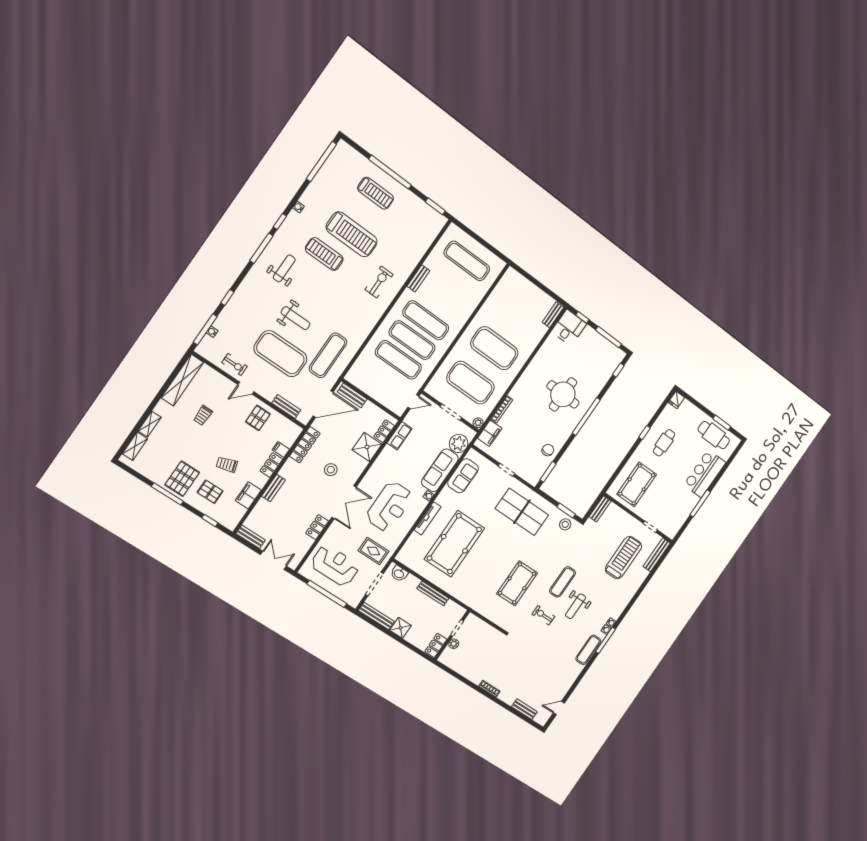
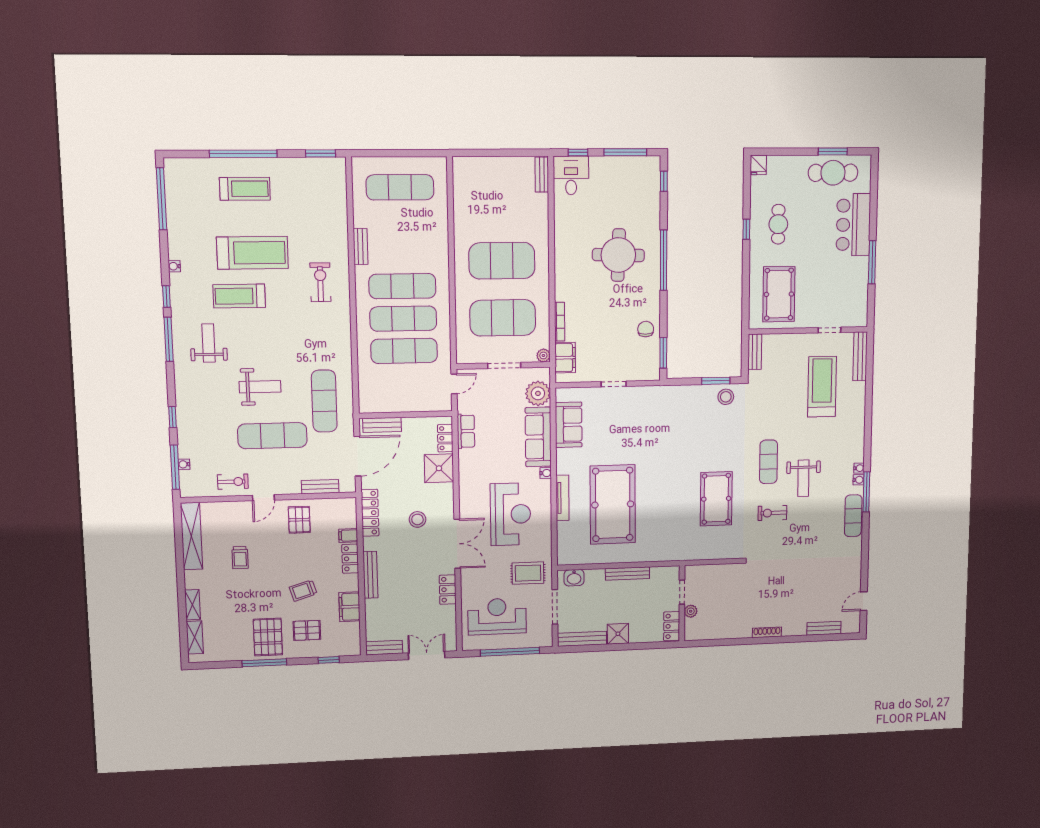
exercise mat: (280, 354) -> (272, 436), width x0.68
bench: (273, 488) -> (370, 575), width x1.36
table tennis table: (522, 512) -> (665, 418), removed

